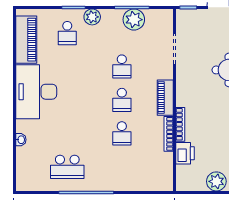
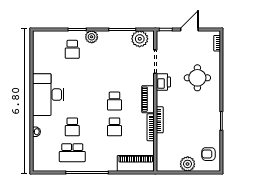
plant: (134, 20) -> (140, 39), moved
piano: (26, 40) -> (136, 163), moved, turned -90
school desk: (122, 67) -> (72, 127), moved
printer: (185, 153) -> (163, 82), moved

